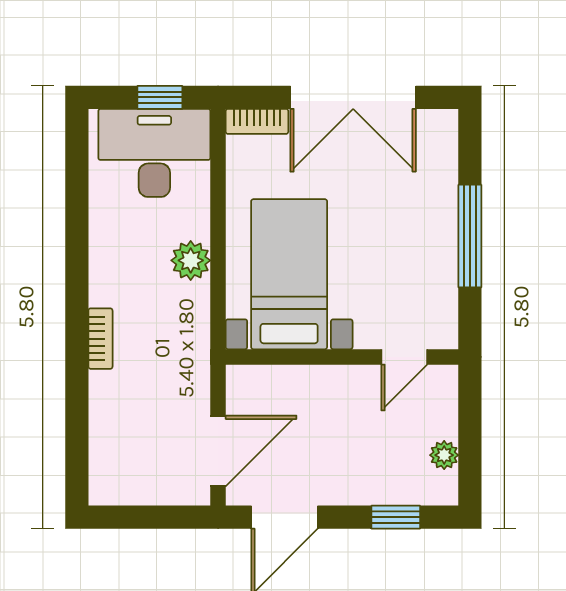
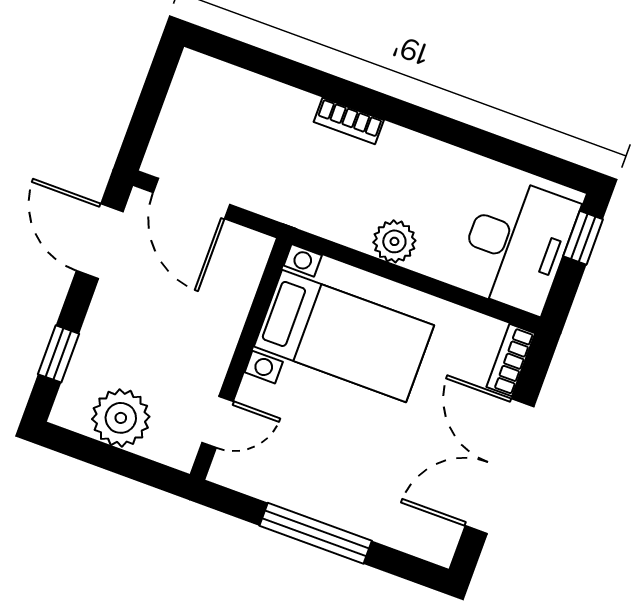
window: (160, 97) -> (583, 238), moved
door: (404, 357) -> (218, 422), swing flipped
plant: (444, 455) -> (121, 418), width x1.88, depth x1.88

